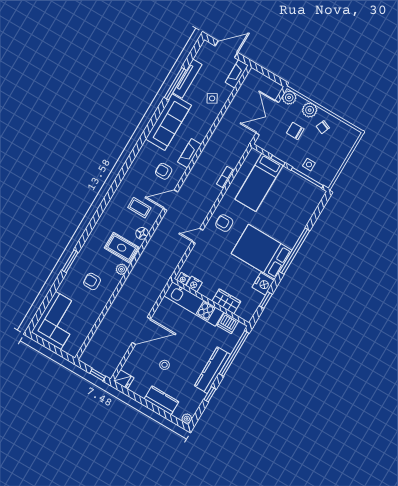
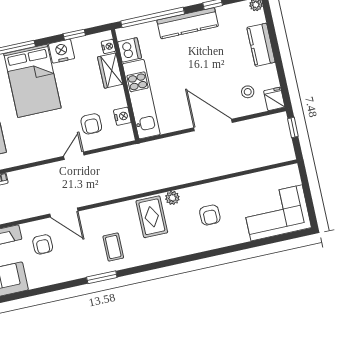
coffee table: (139, 208) -> (113, 247), moved
armchair: (224, 223) -> (91, 124), moved
floor lamp: (142, 233) -> (120, 210), removed
door: (197, 236) -> (74, 156), swing flipped
window: (70, 261) -> (102, 277), moved
nightstand: (183, 279) -> (108, 46), moved
stool: (165, 365) -> (248, 92), moved

